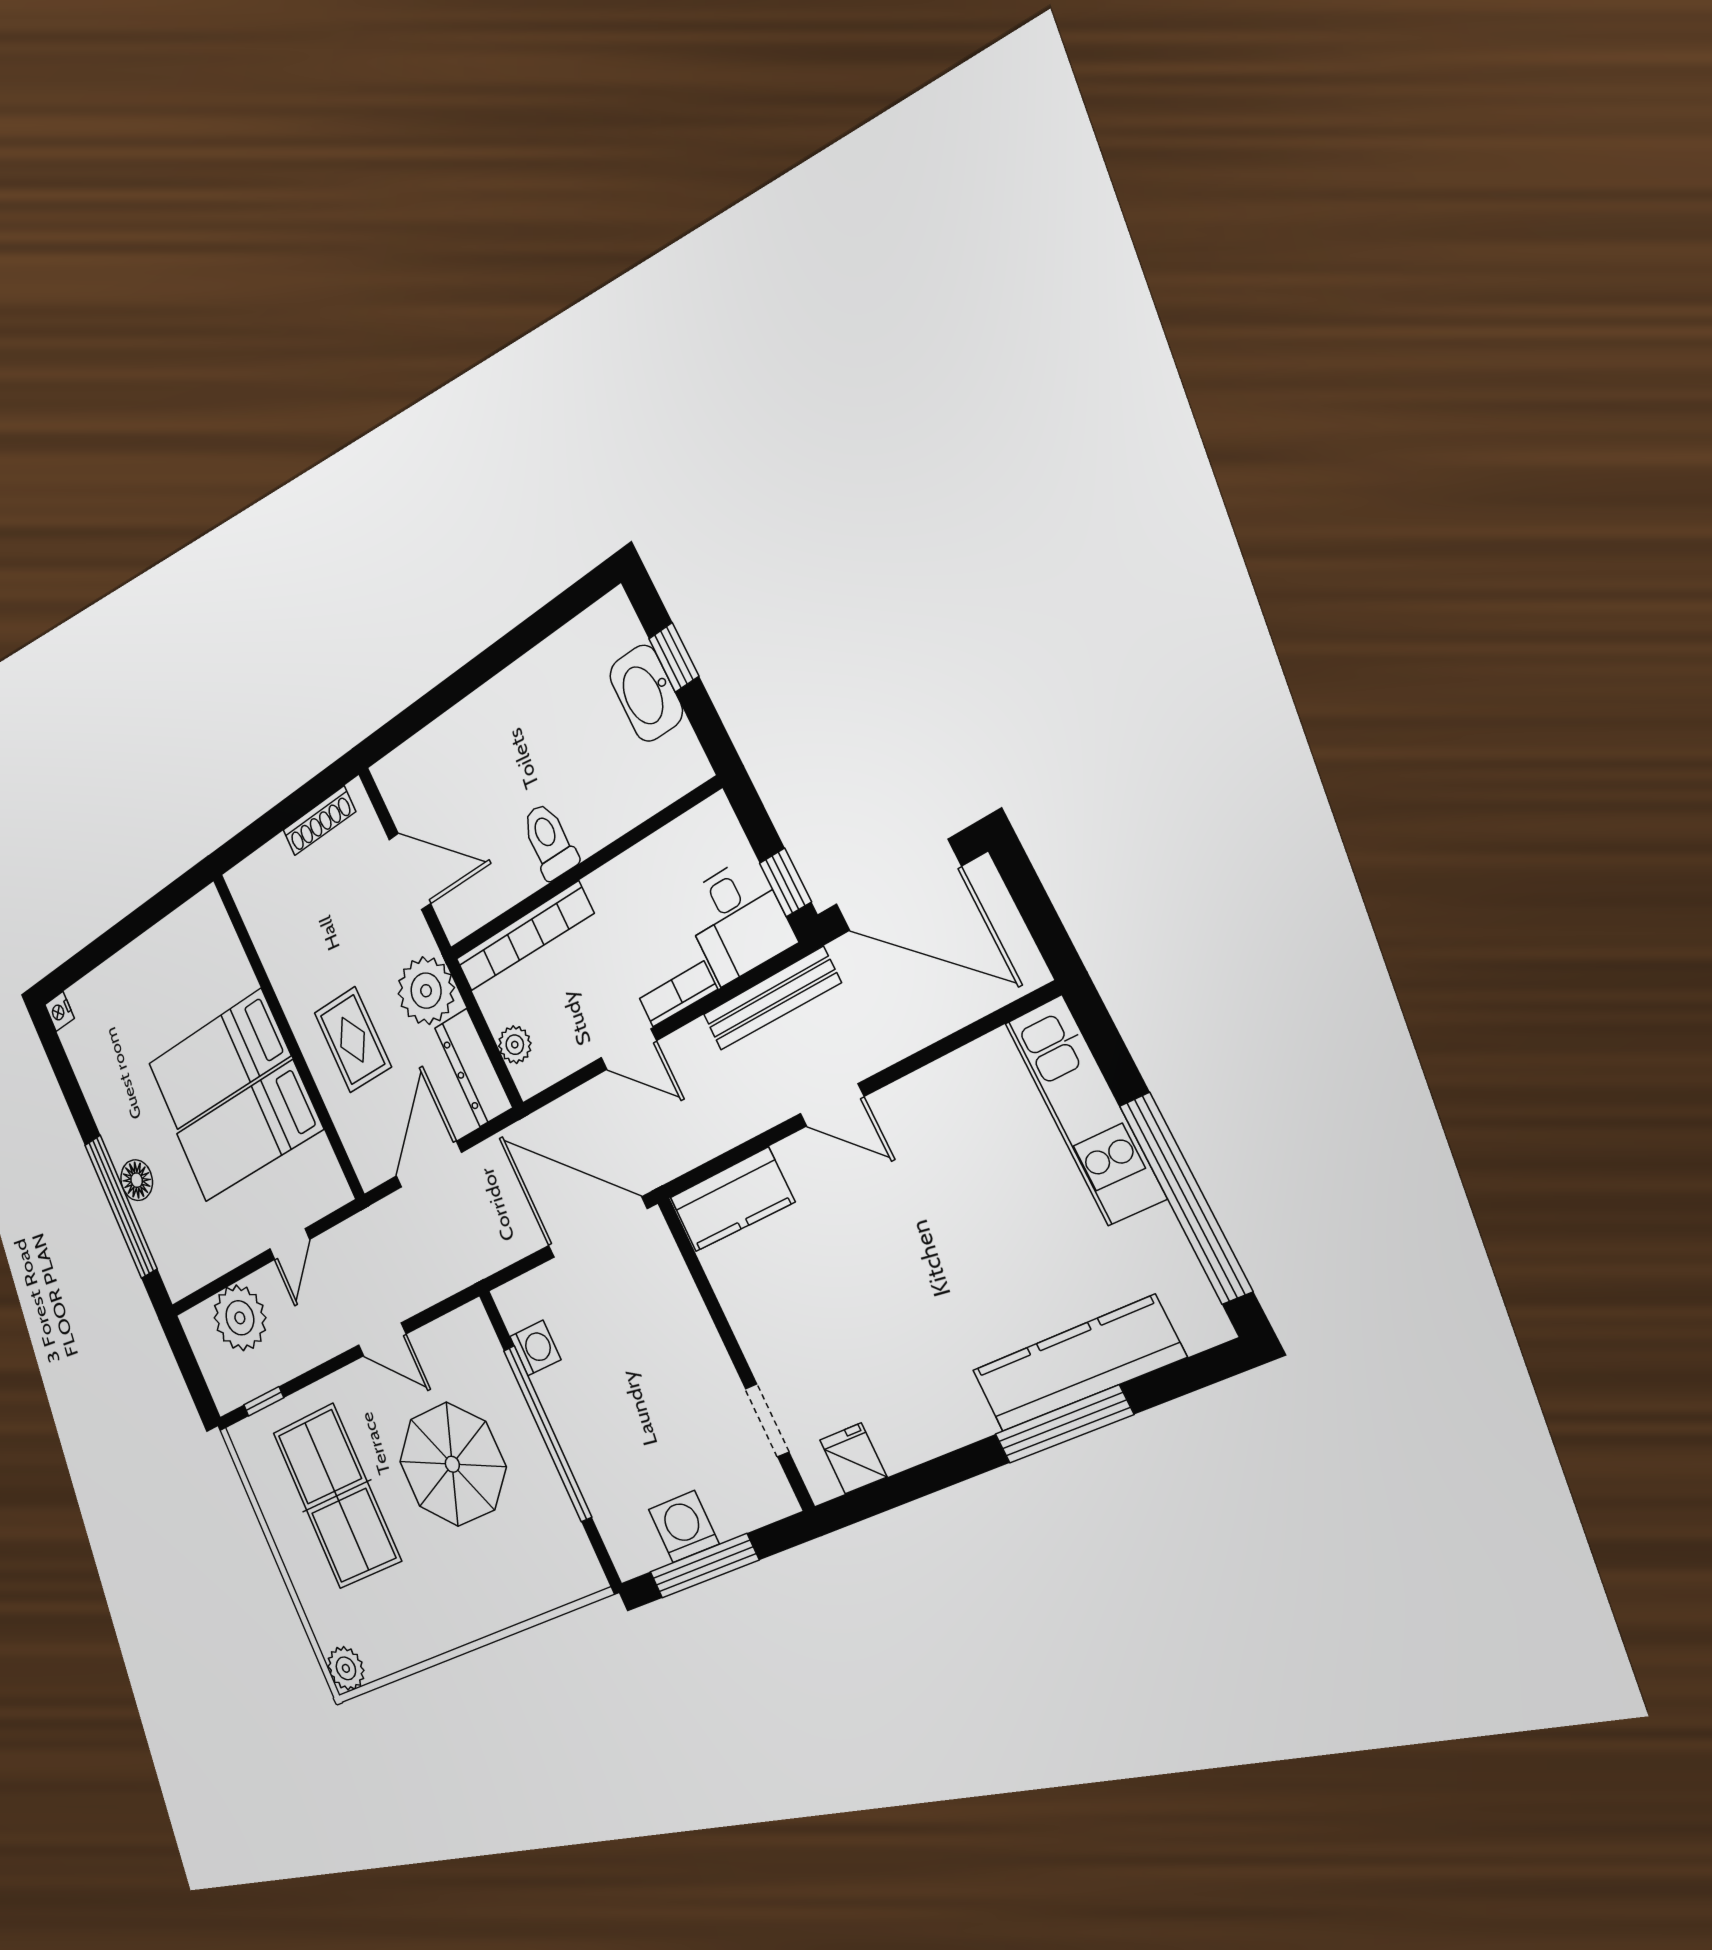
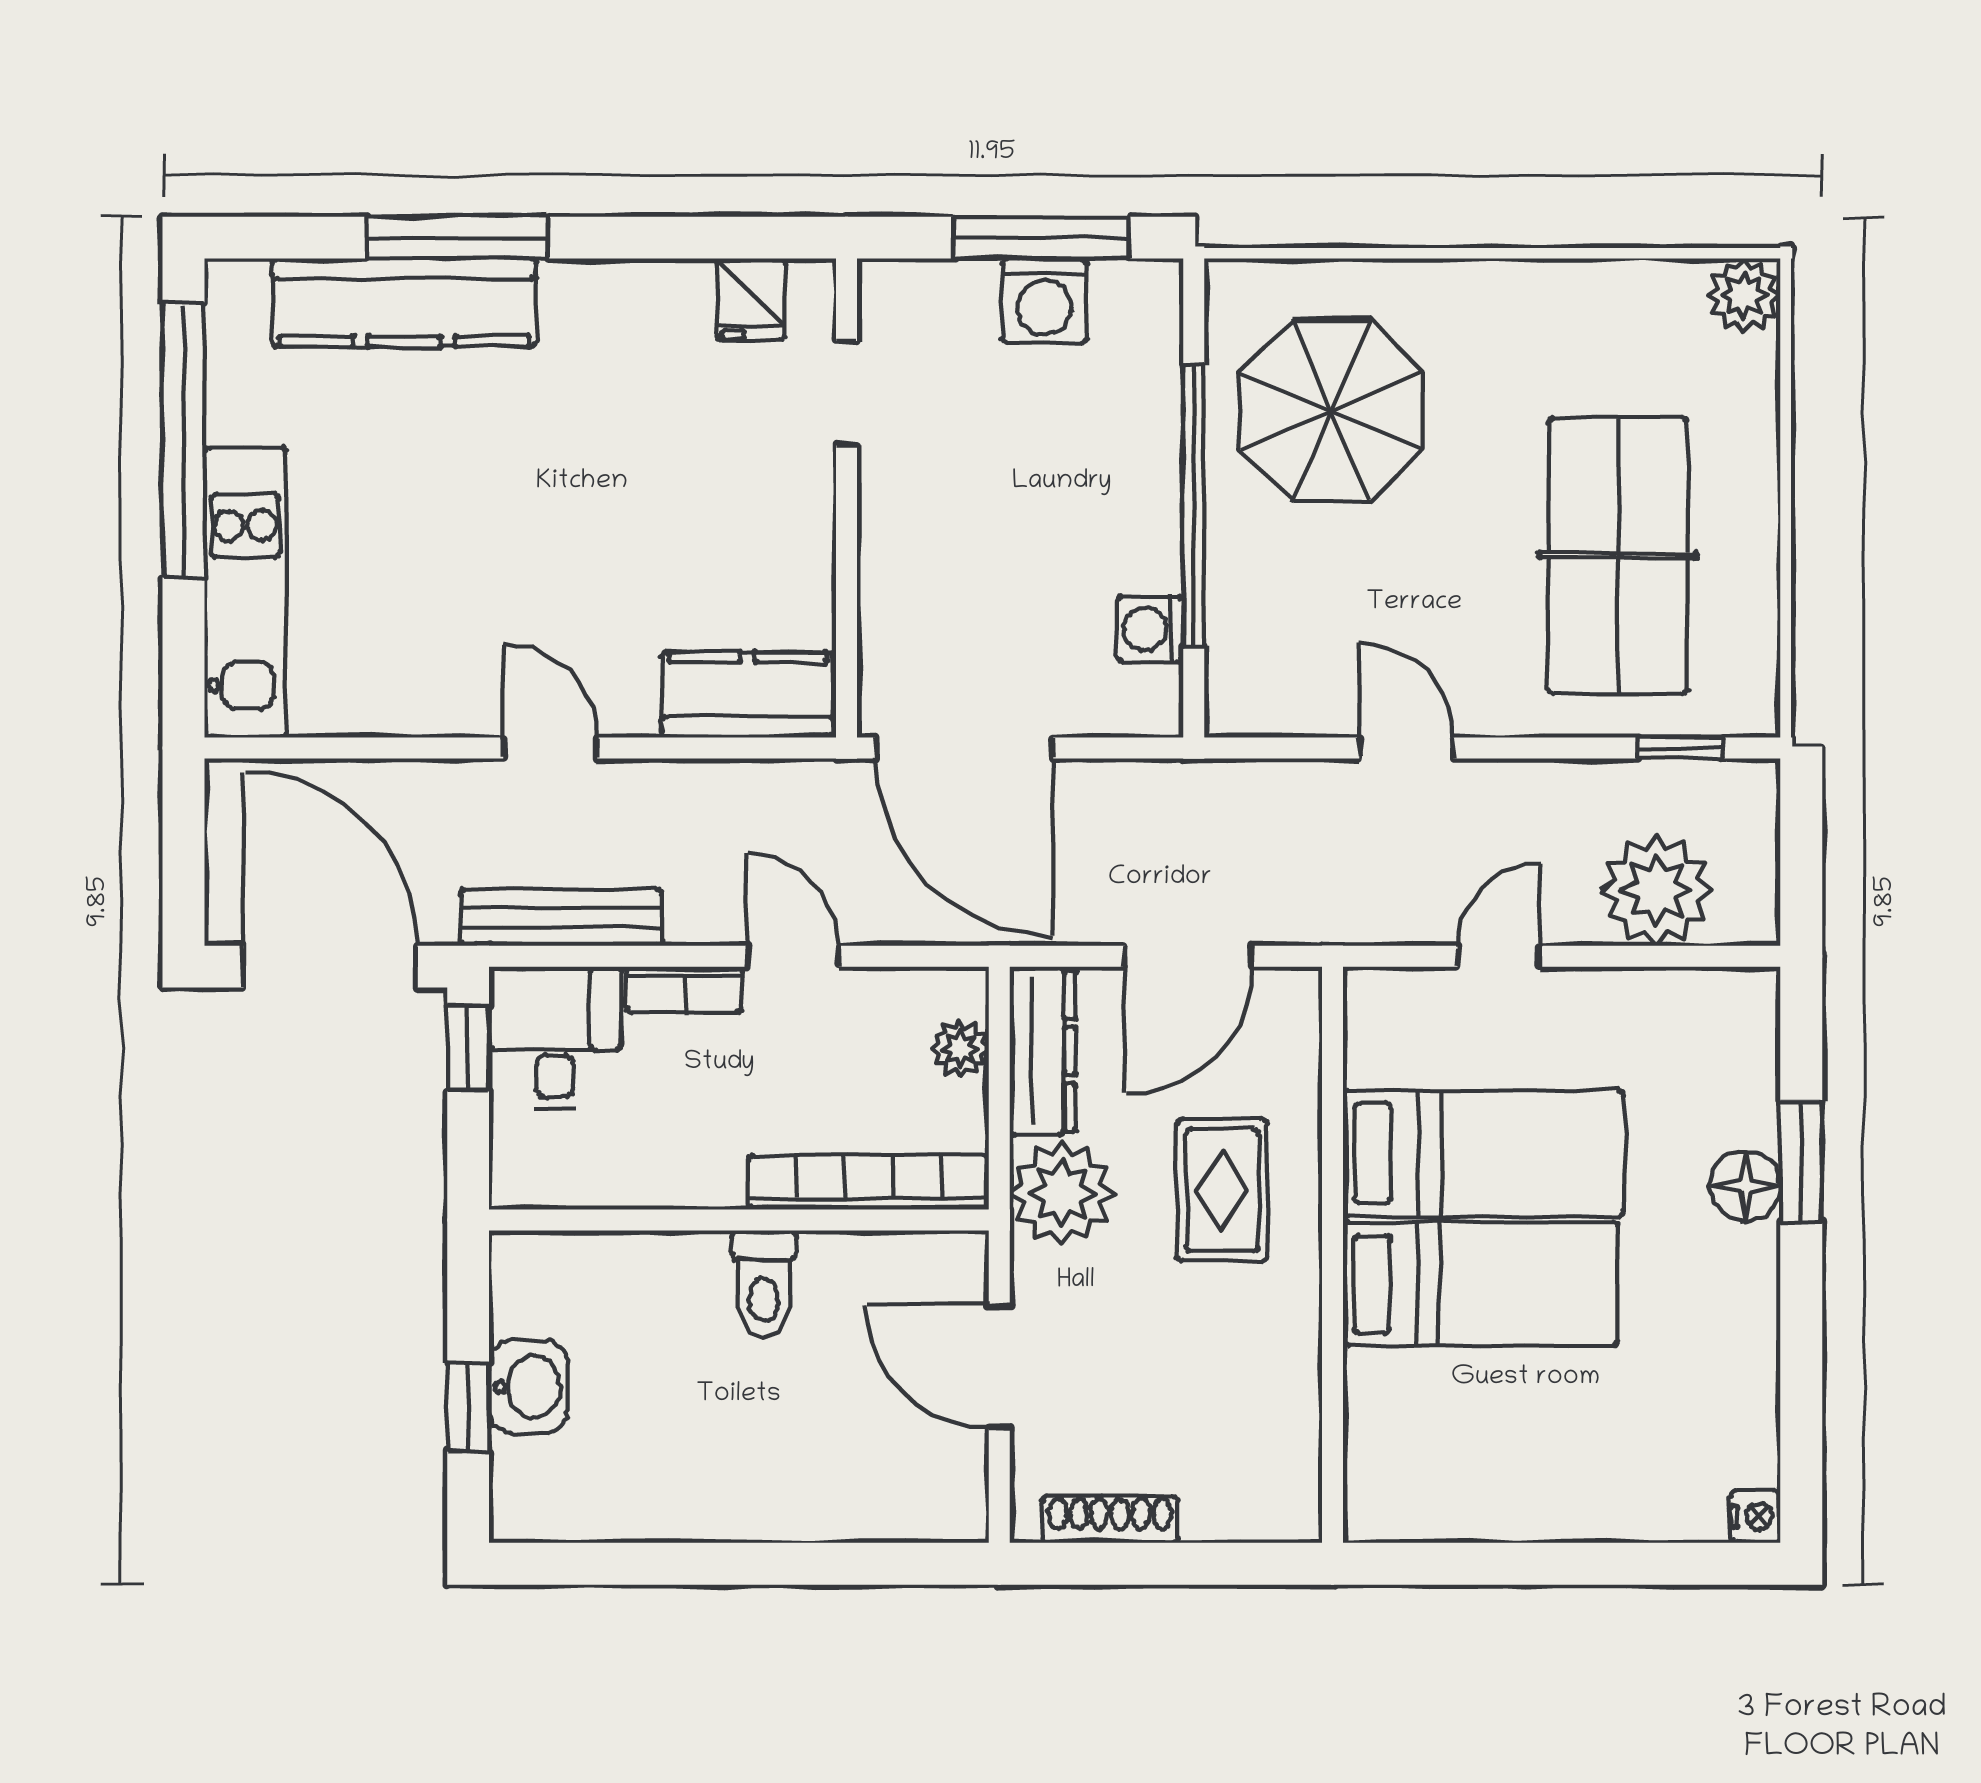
washbasin: (646, 693) -> (528, 1387), width x0.72
window: (121, 1207) -> (1801, 1161), width x0.47
parasol: (452, 1464) -> (1331, 411), moved

